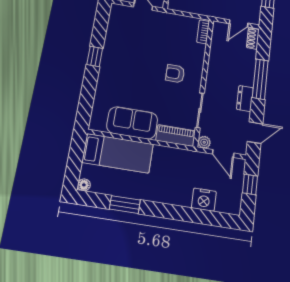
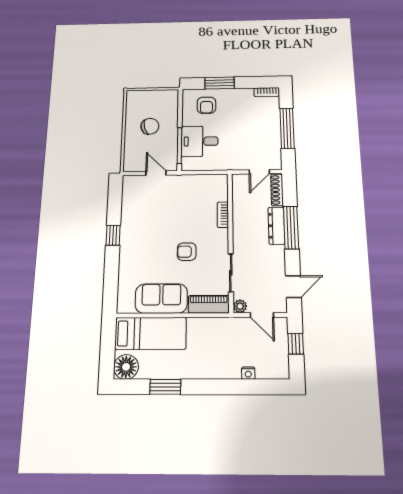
bookcase: (203, 32) -> (223, 215), moved
shoe rack: (253, 38) -> (277, 190), width x1.43
armchair: (175, 74) -> (187, 252), moved
dresser: (245, 98) -> (276, 226), moved, width x1.44
floor lamp: (84, 185) -> (126, 367), width x1.89, depth x1.89
nightstand: (204, 200) -> (248, 373), width x0.53, depth x0.56

